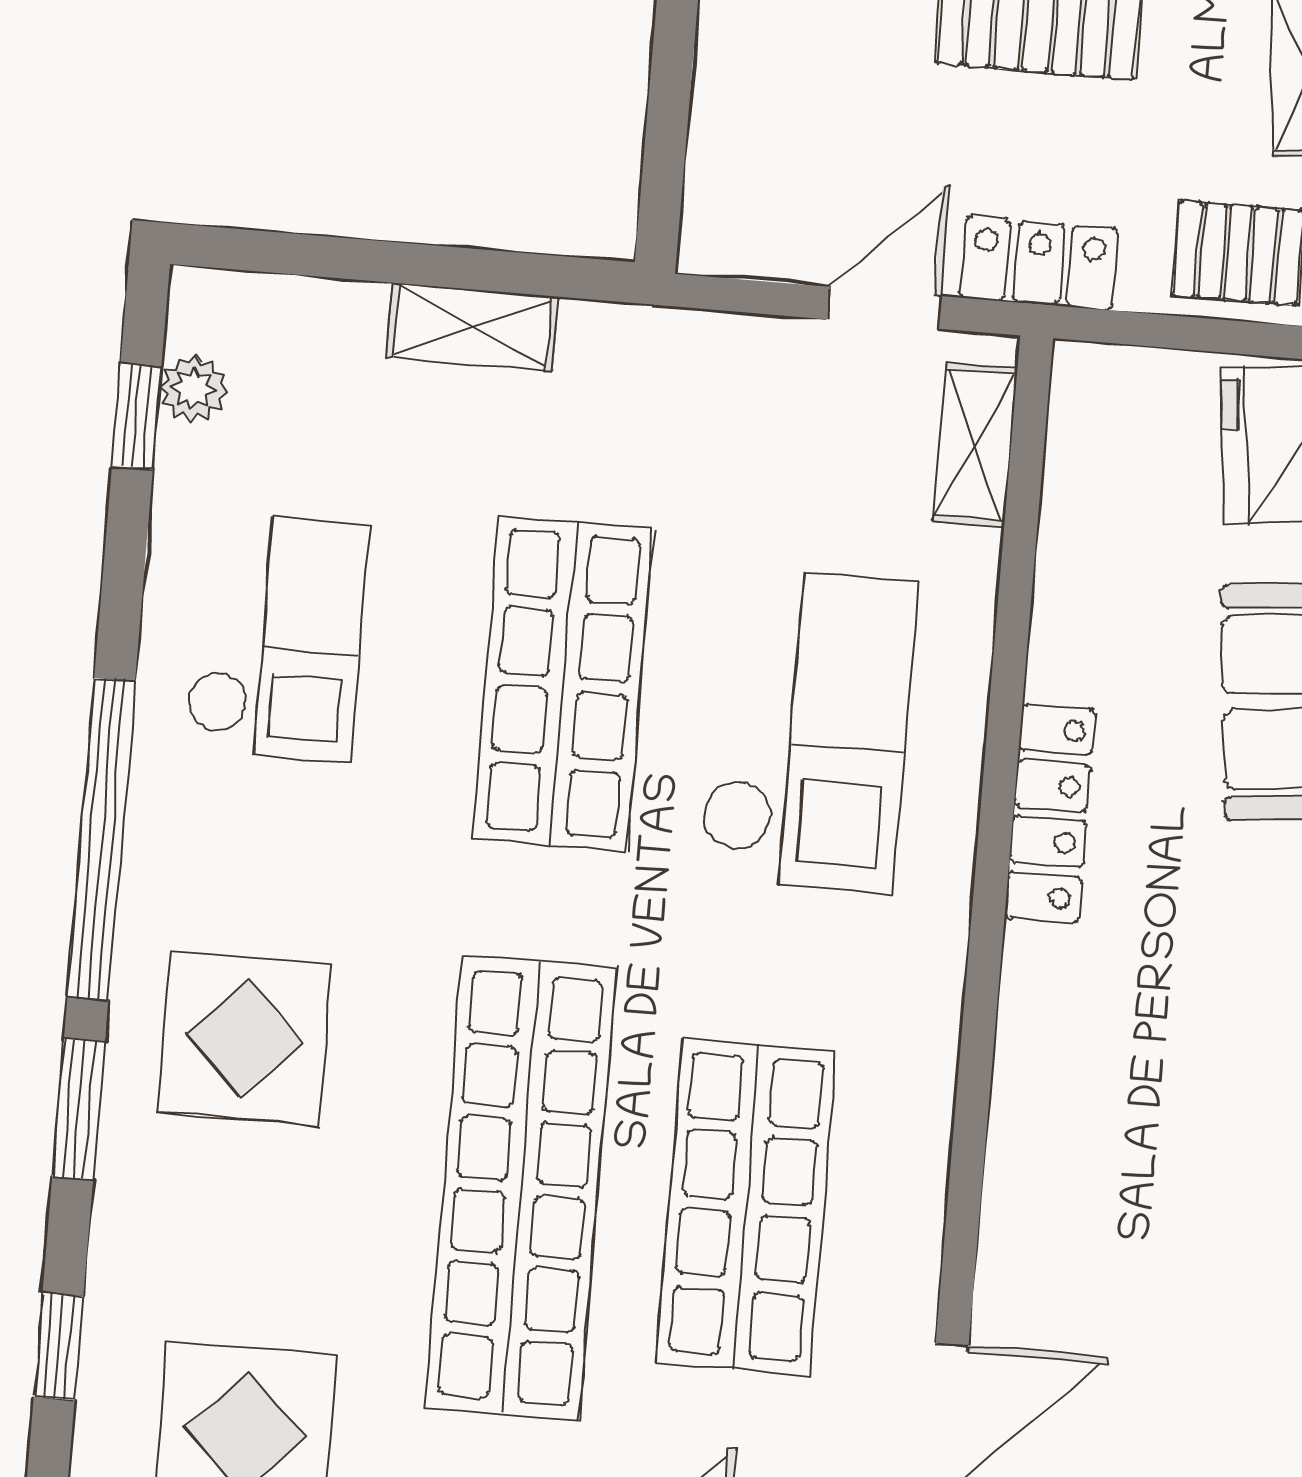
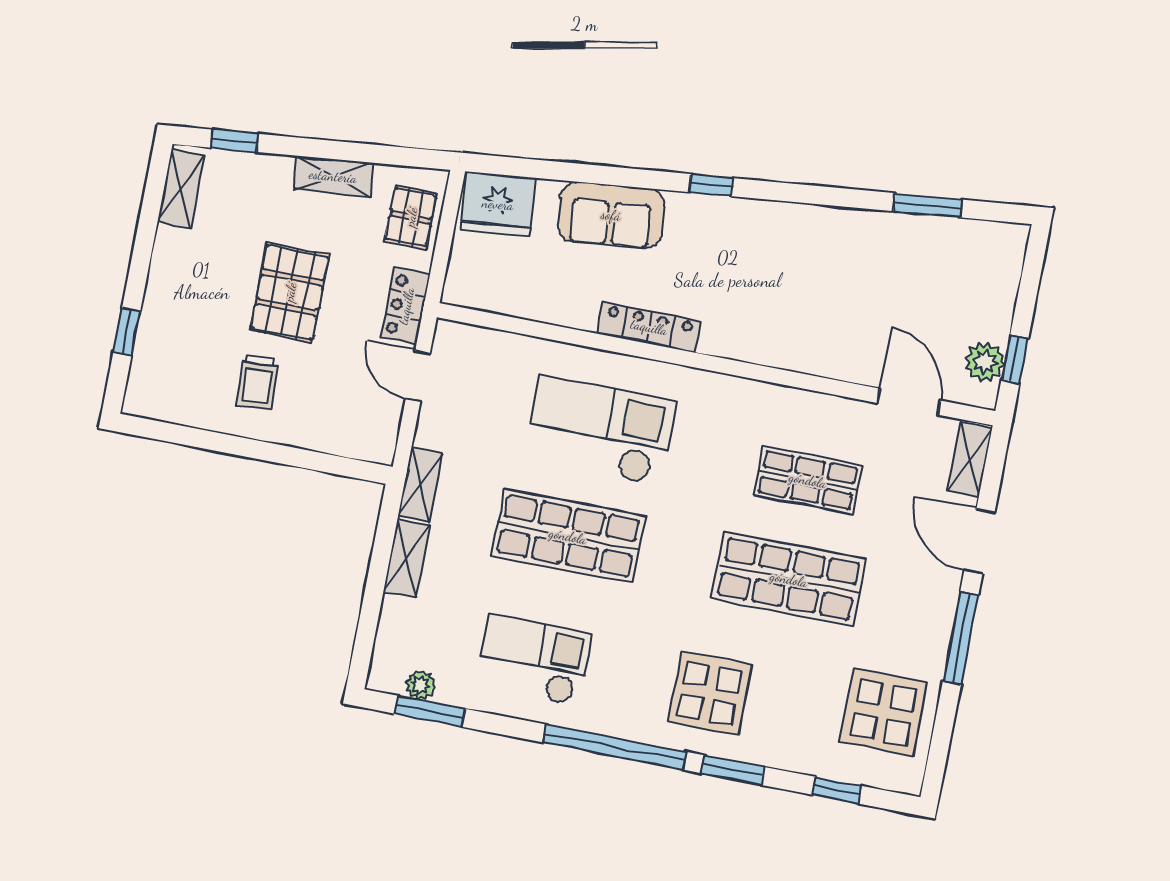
window: (137, 416) -> (430, 711), width x1.50
shelving: (975, 445) -> (420, 485), moved, turned 90
shop shelf: (521, 1188) -> (789, 579), width x0.71
shop shelf: (746, 1207) -> (808, 480), width x0.70, depth x0.74

